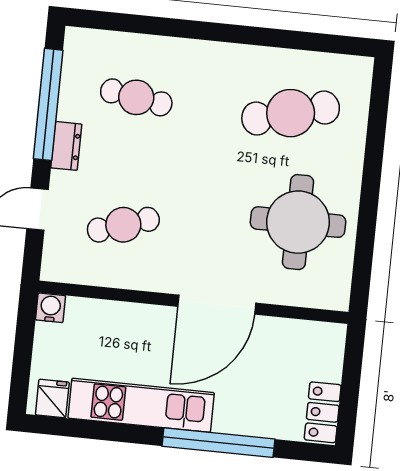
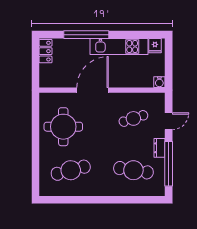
cafe table: (136, 97) -> (133, 170), width x1.37, depth x1.35

